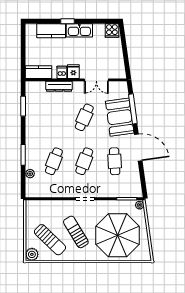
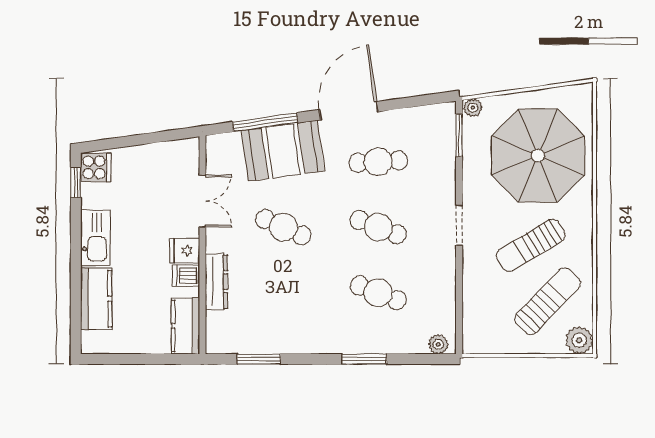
window: (68, 21) -> (76, 182), moved
plant: (30, 174) -> (438, 344), moved

